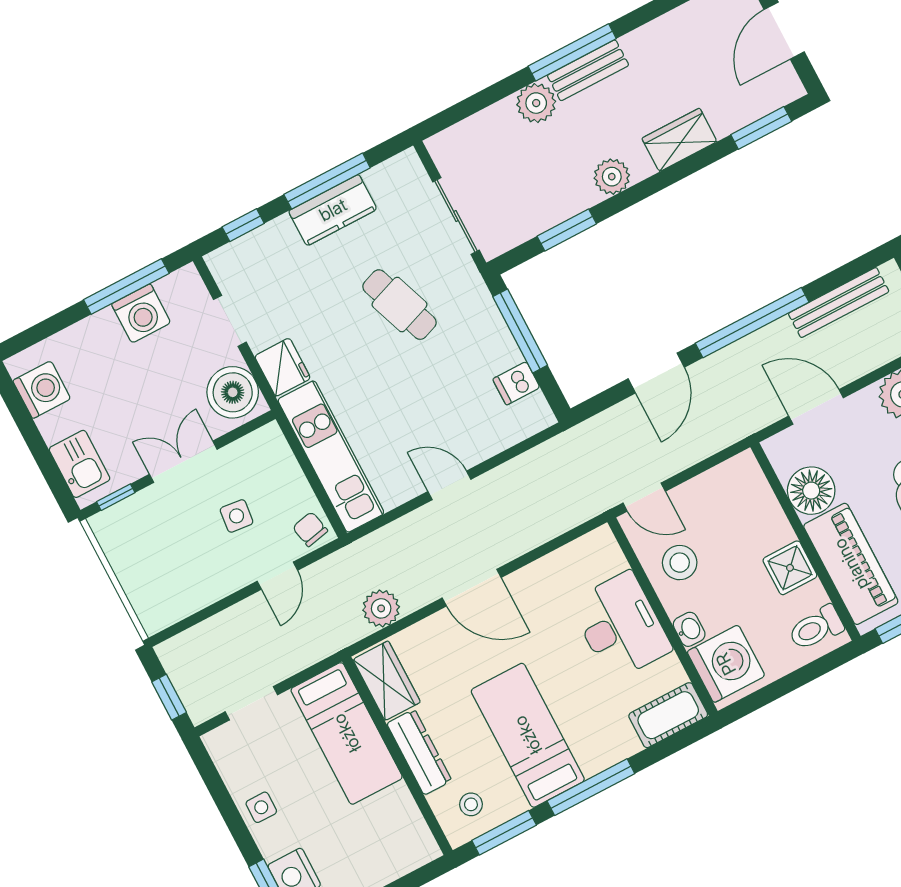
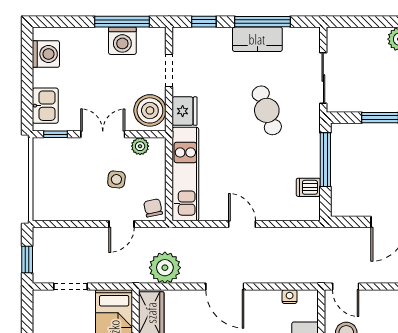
plant: (245, 451) -> (140, 146), added
nightstand: (572, 553) -> (290, 297), added
plant: (381, 608) -> (165, 268), width x1.36, depth x1.36

